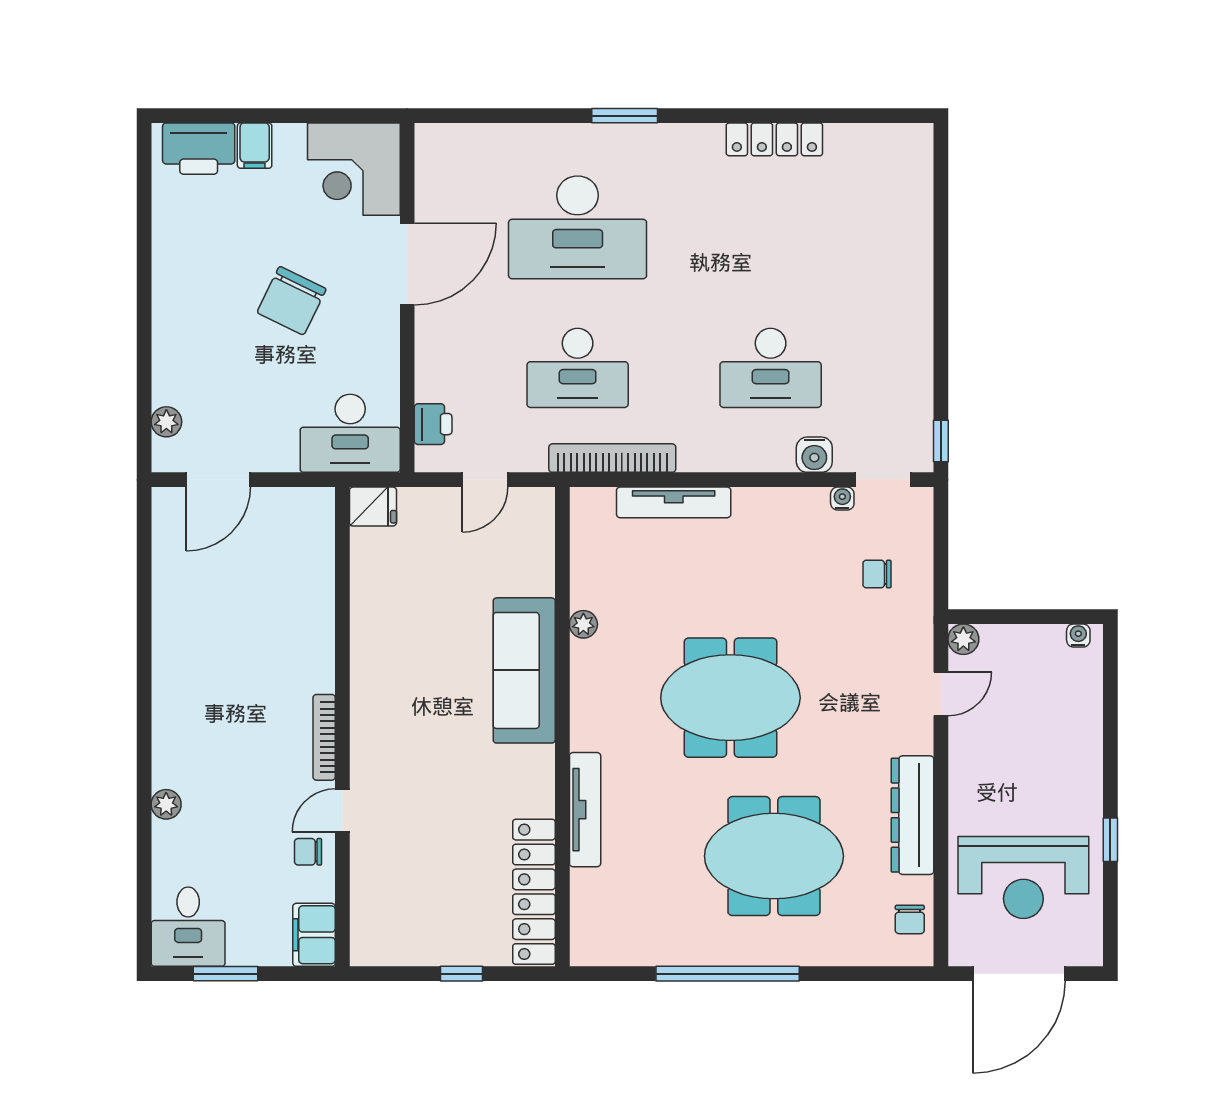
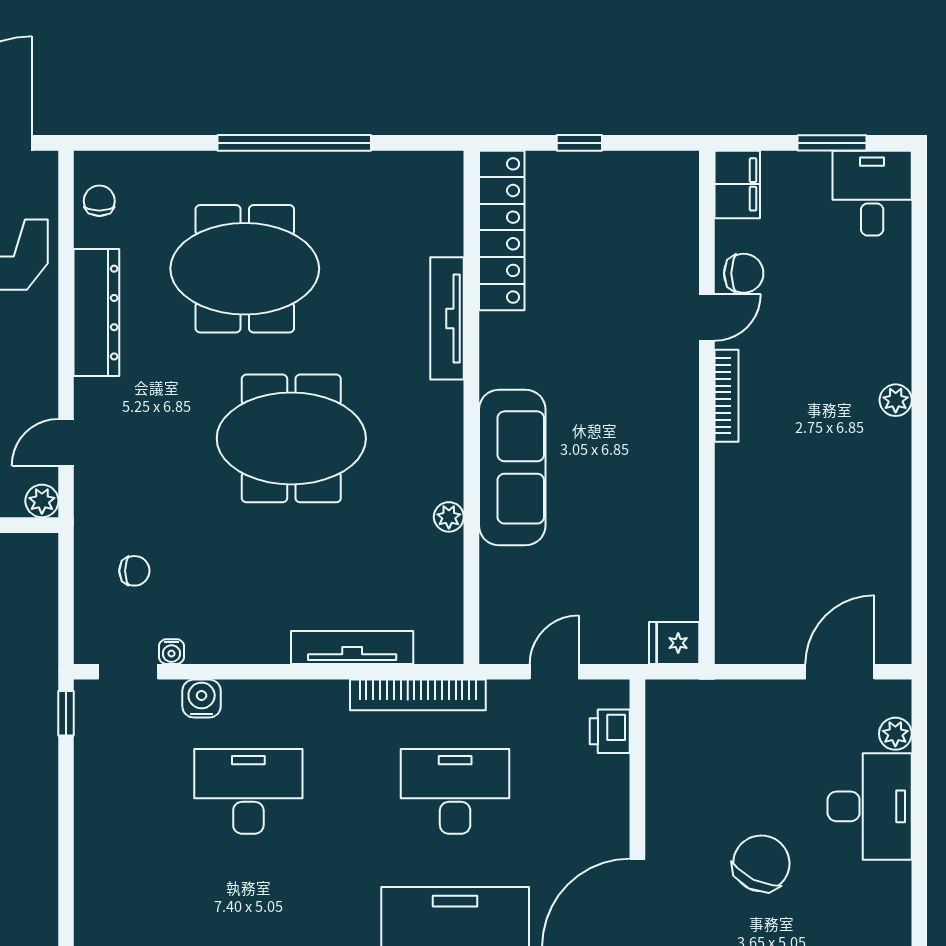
desk: (350, 433) -> (870, 806), moved, turned 90
plant: (166, 804) -> (896, 400), moved
chair: (308, 852) -> (744, 273), width x1.37, depth x1.37

